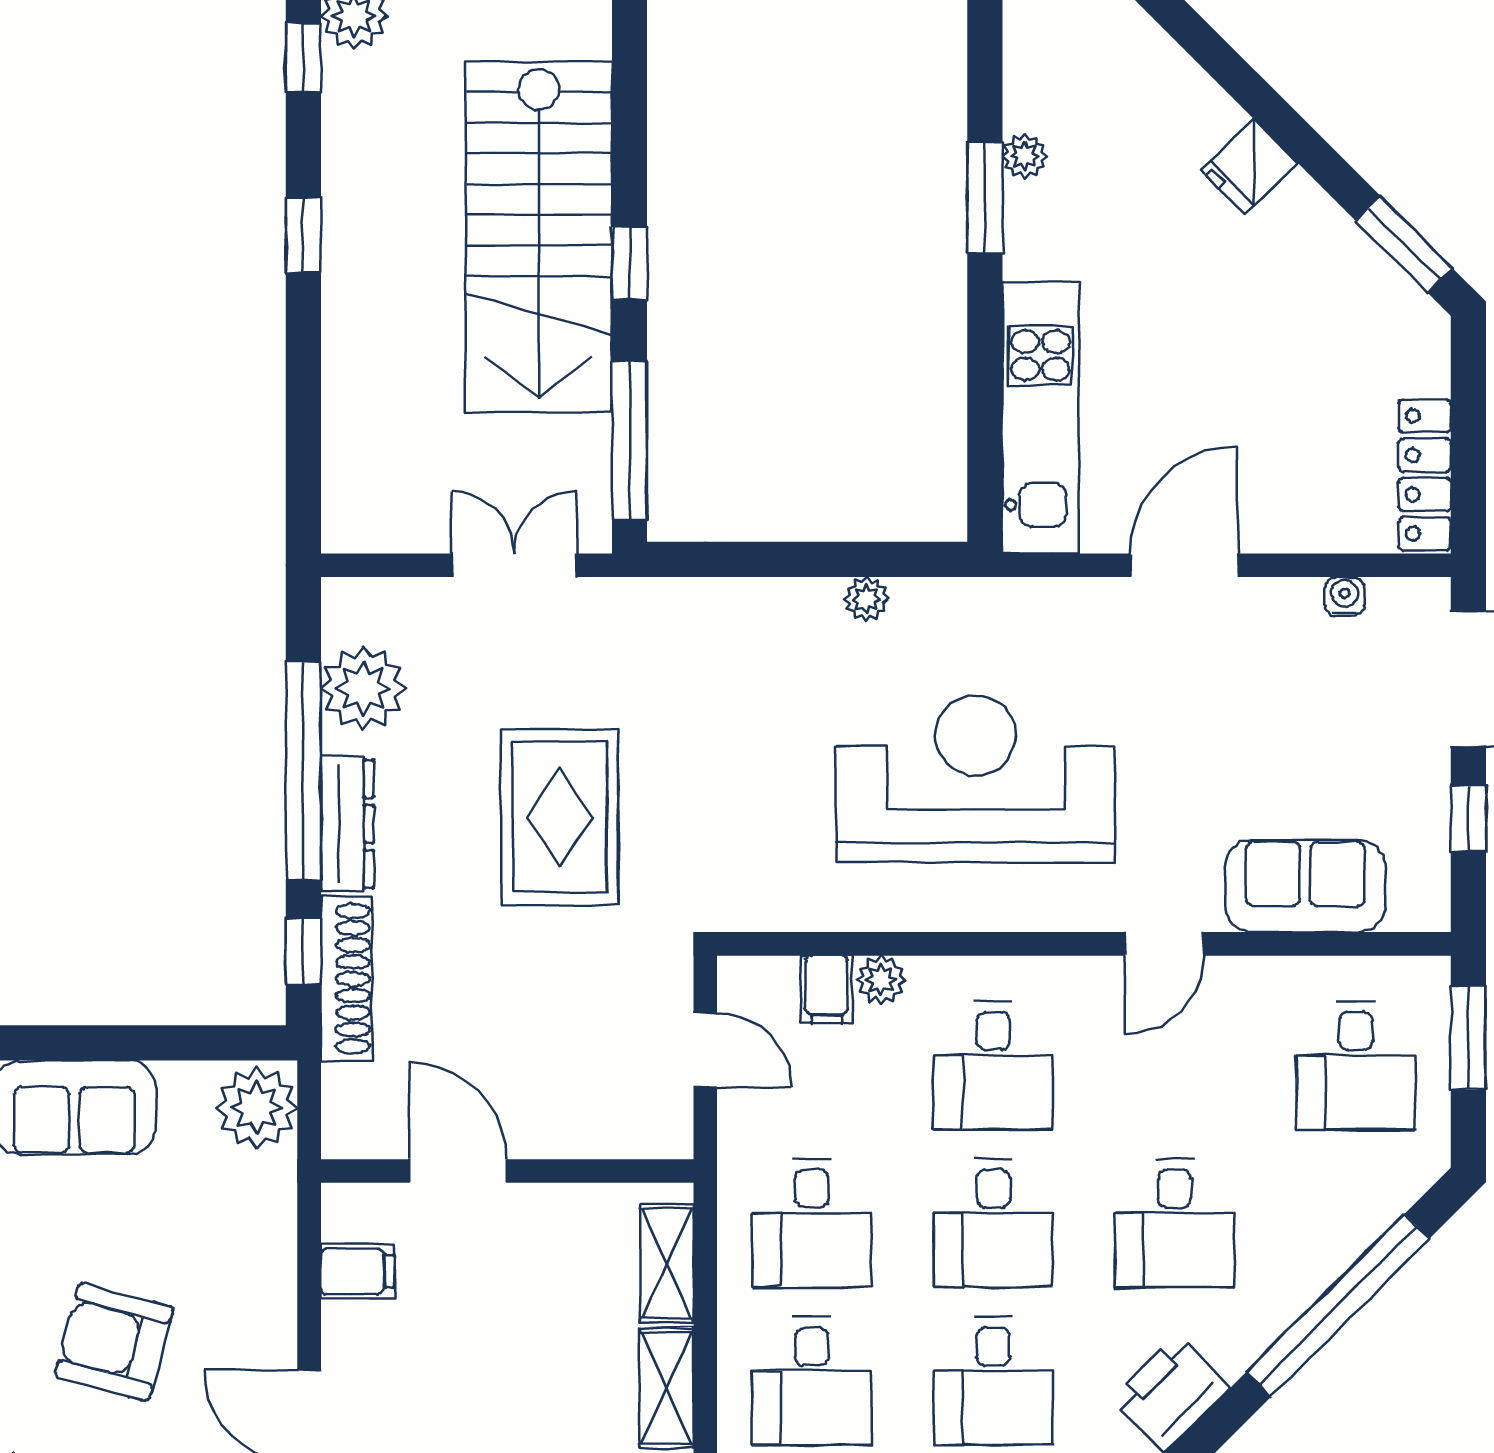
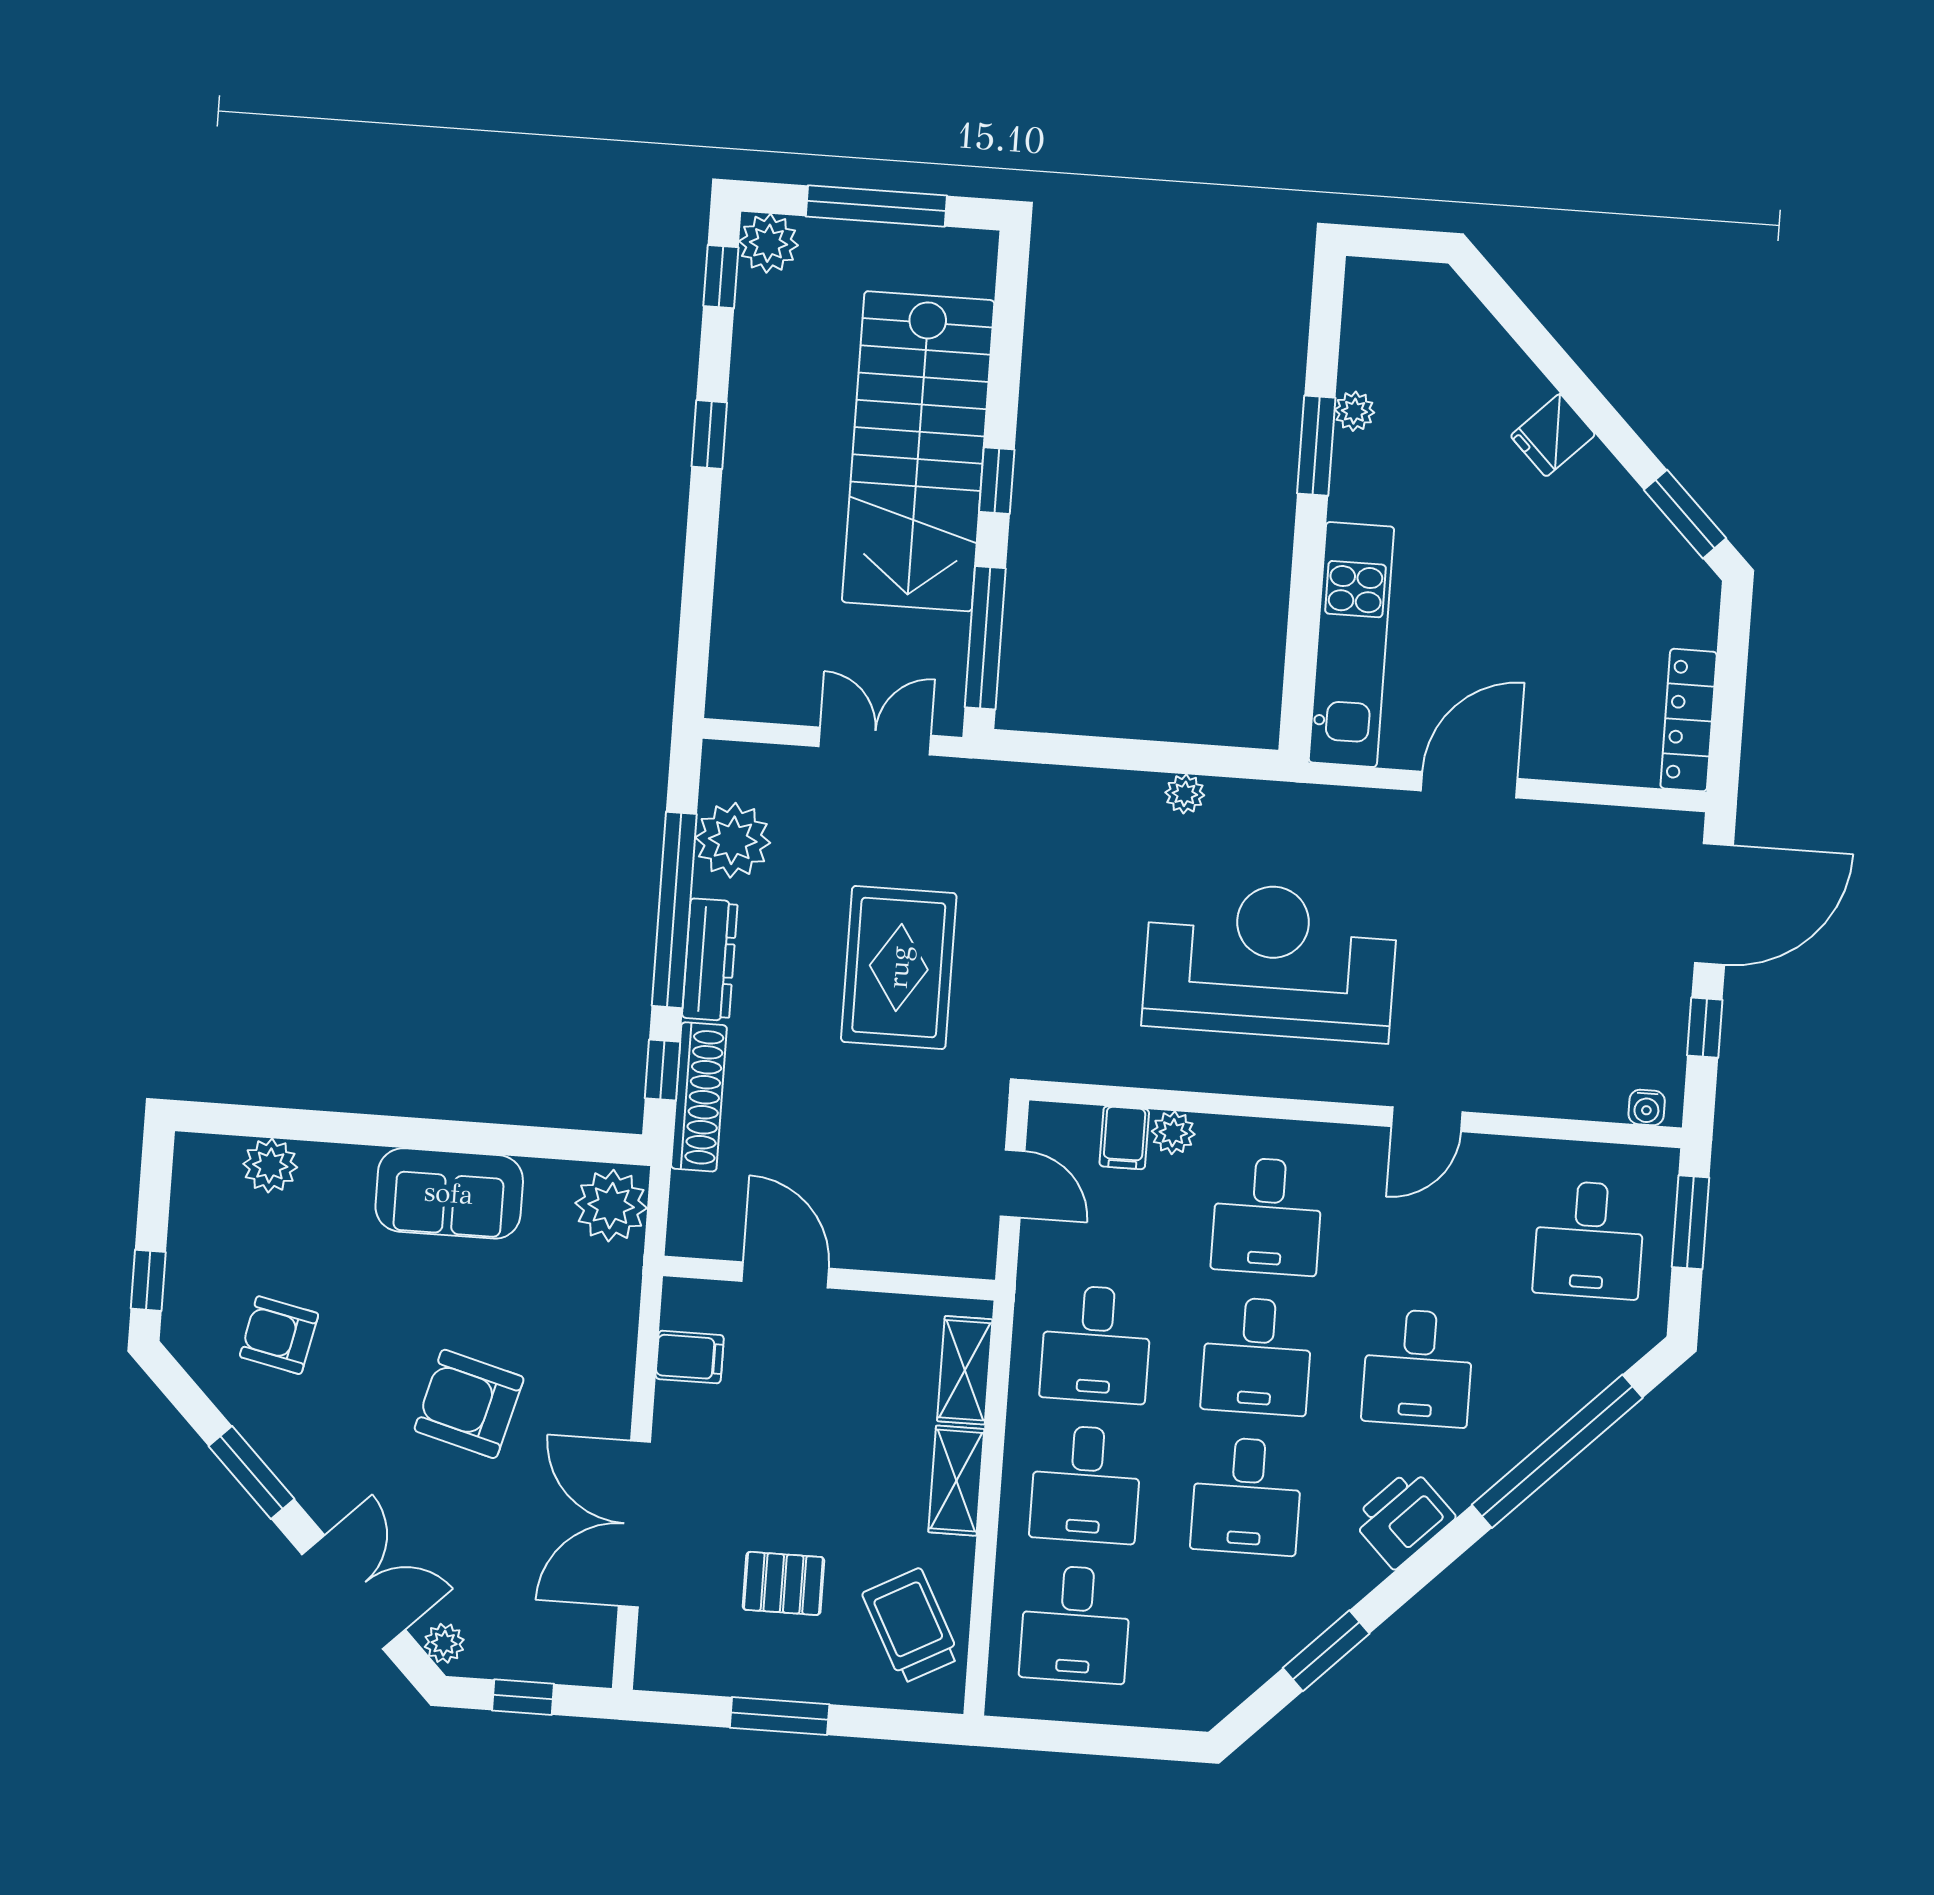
water cooler: (1344, 597) -> (1647, 1107), moved, turned 180
sofa: (1305, 886) -> (1556, 1077), removed

